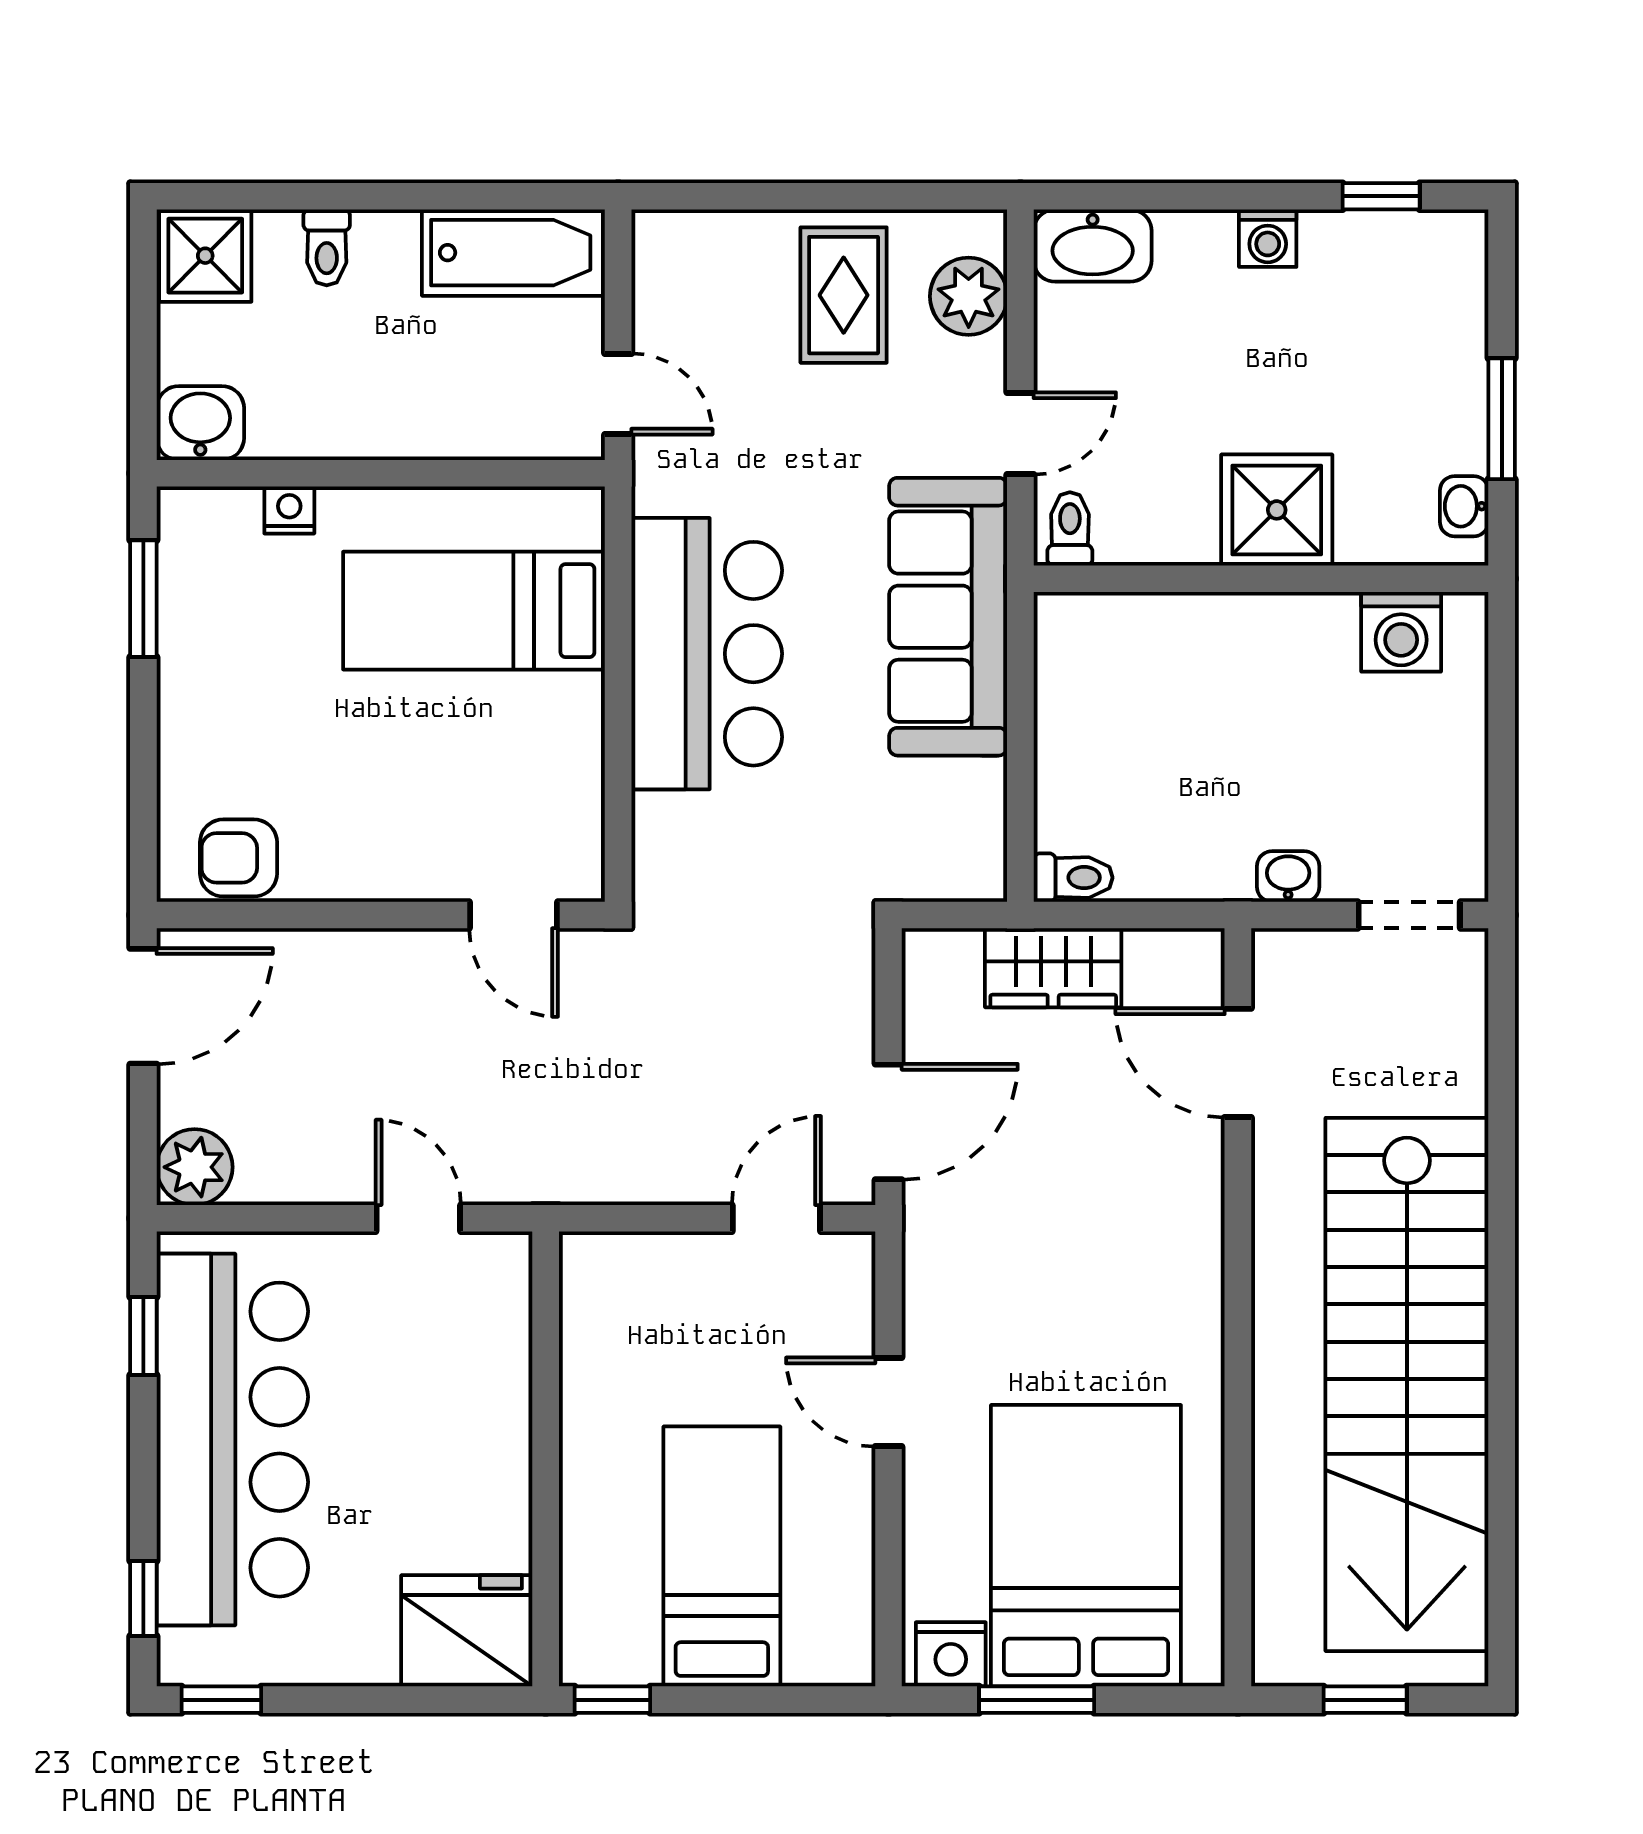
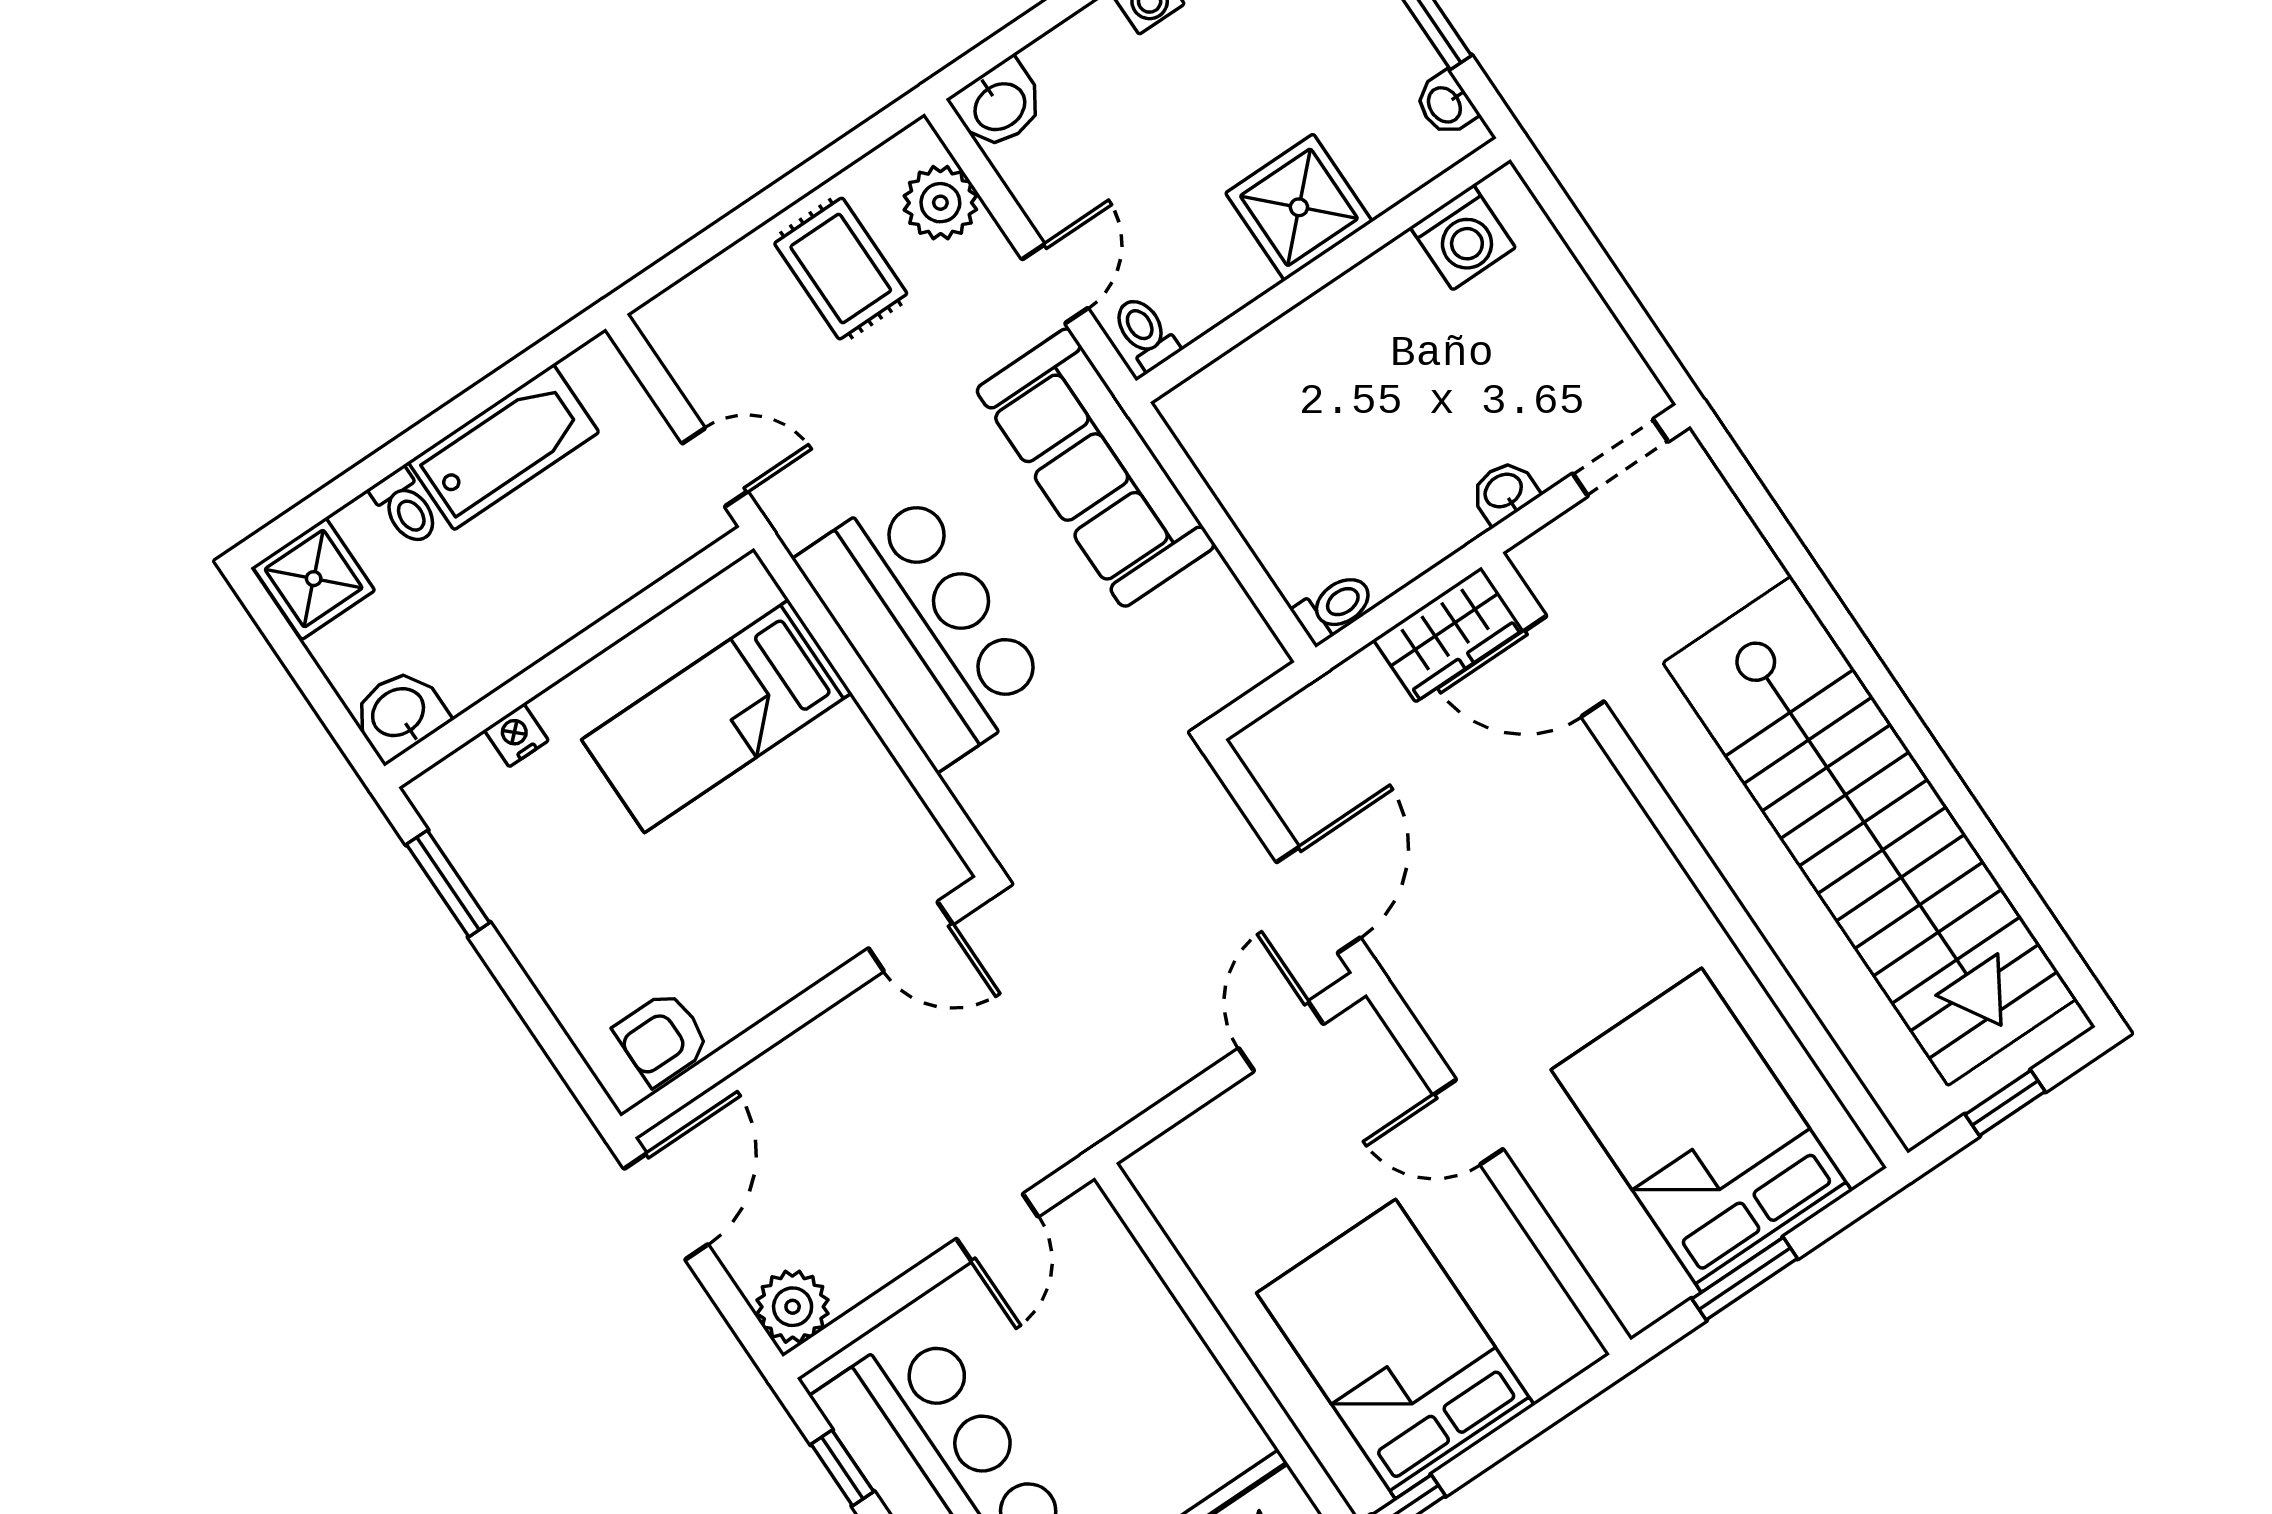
washbasin: (1093, 246) -> (999, 105), width x0.72
bathtub: (513, 253) -> (504, 447), moved
wardrobe: (1053, 968) -> (1448, 634), moved
door: (418, 1218) -> (997, 1228), swing flipped
bed: (722, 1556) -> (1395, 1349), width x1.50
nightstand: (951, 1654) -> (1652, 1289), removed

